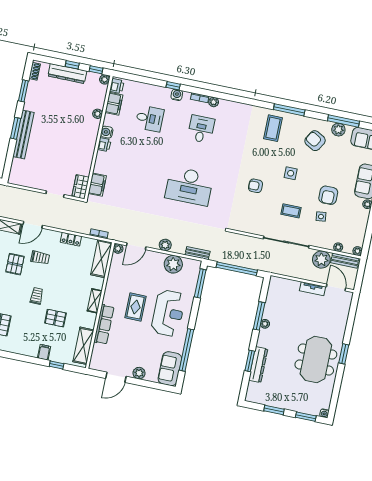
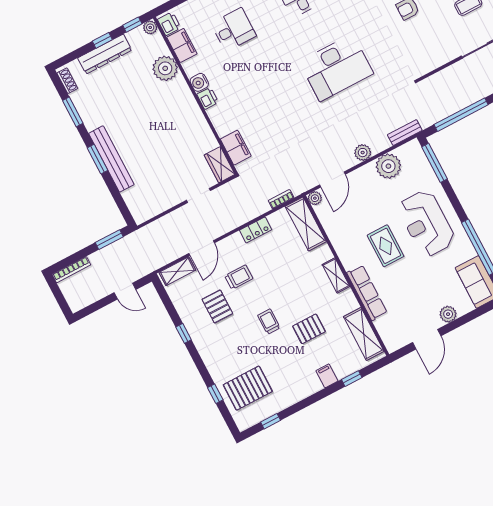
plant: (98, 114) -> (165, 68), width x1.88, depth x1.88
reception desk: (168, 313) -> (426, 223), turned 180

